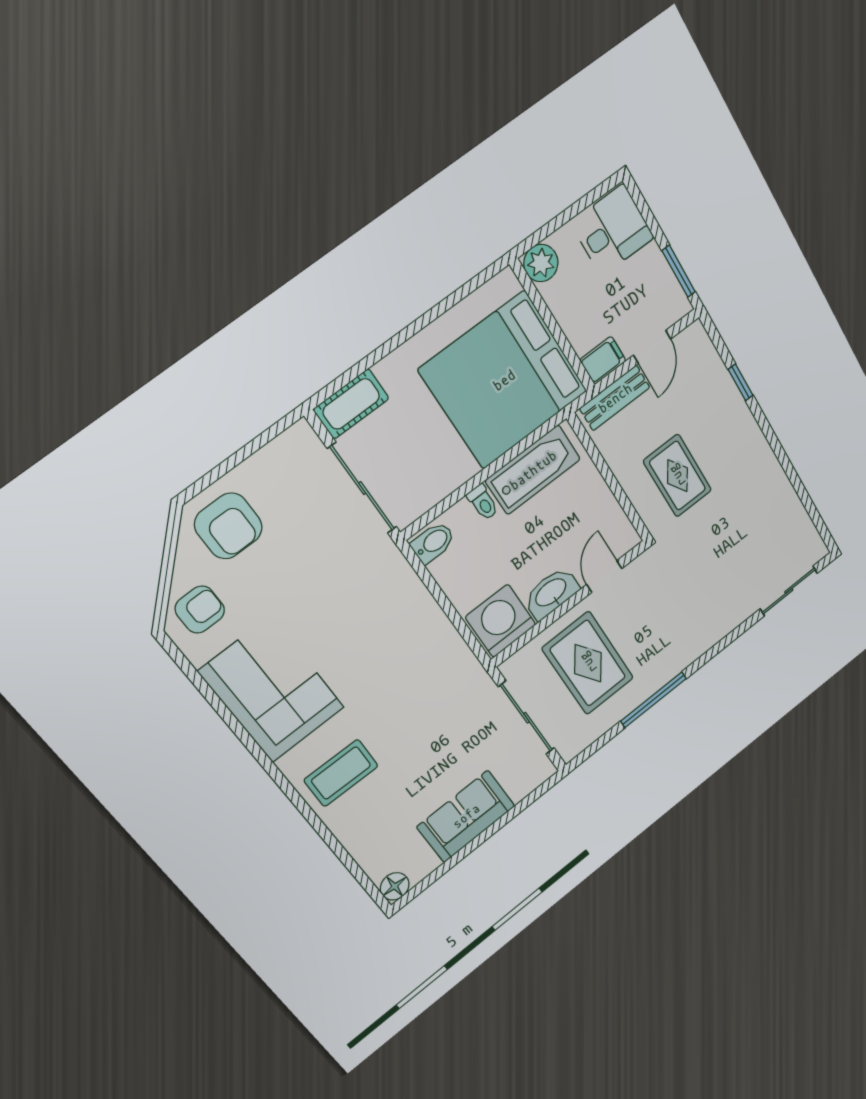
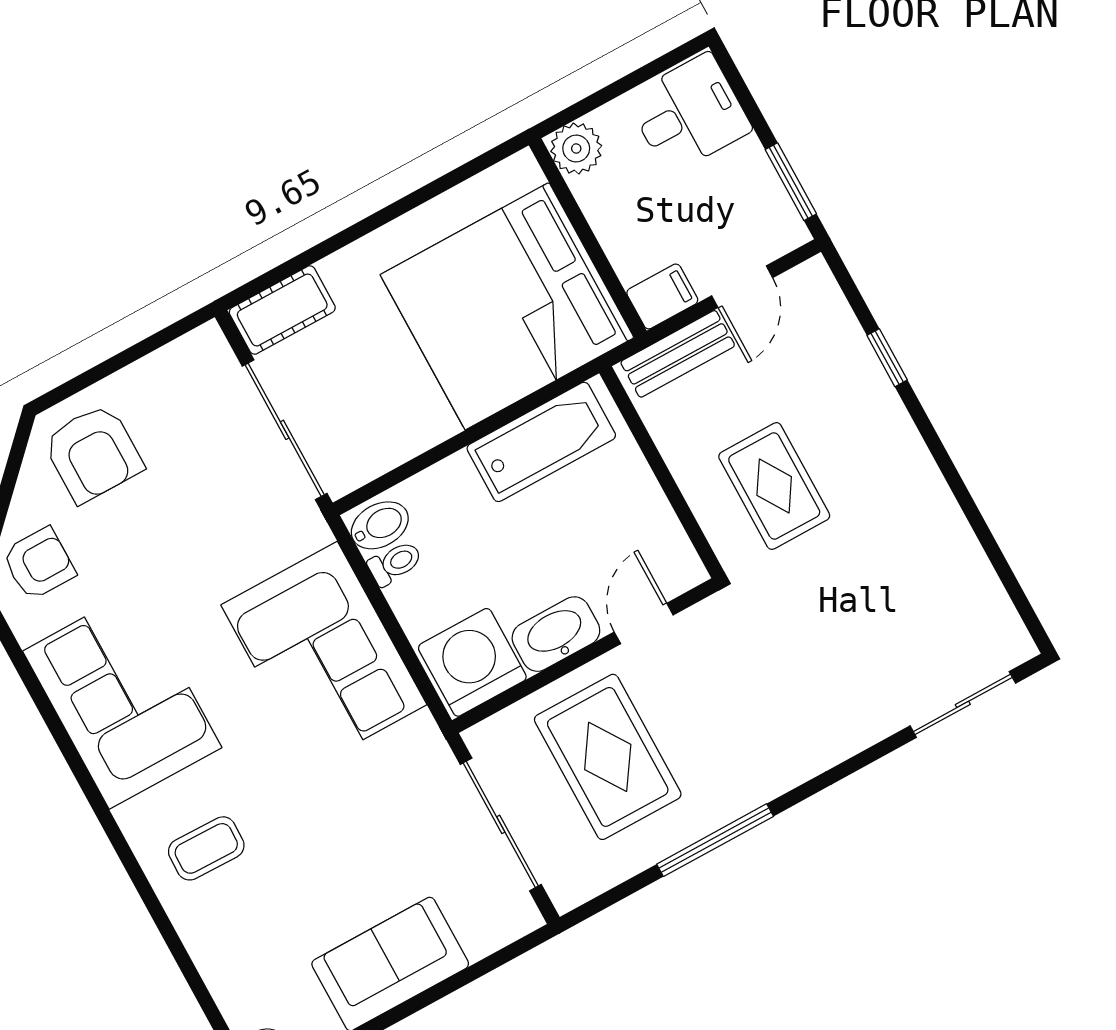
toilet: (483, 502) -> (395, 563), moved, turned -90
corner sofa: (405, 634) -> (324, 655), added
coffee table: (341, 773) -> (206, 848), width x0.73, depth x0.77

